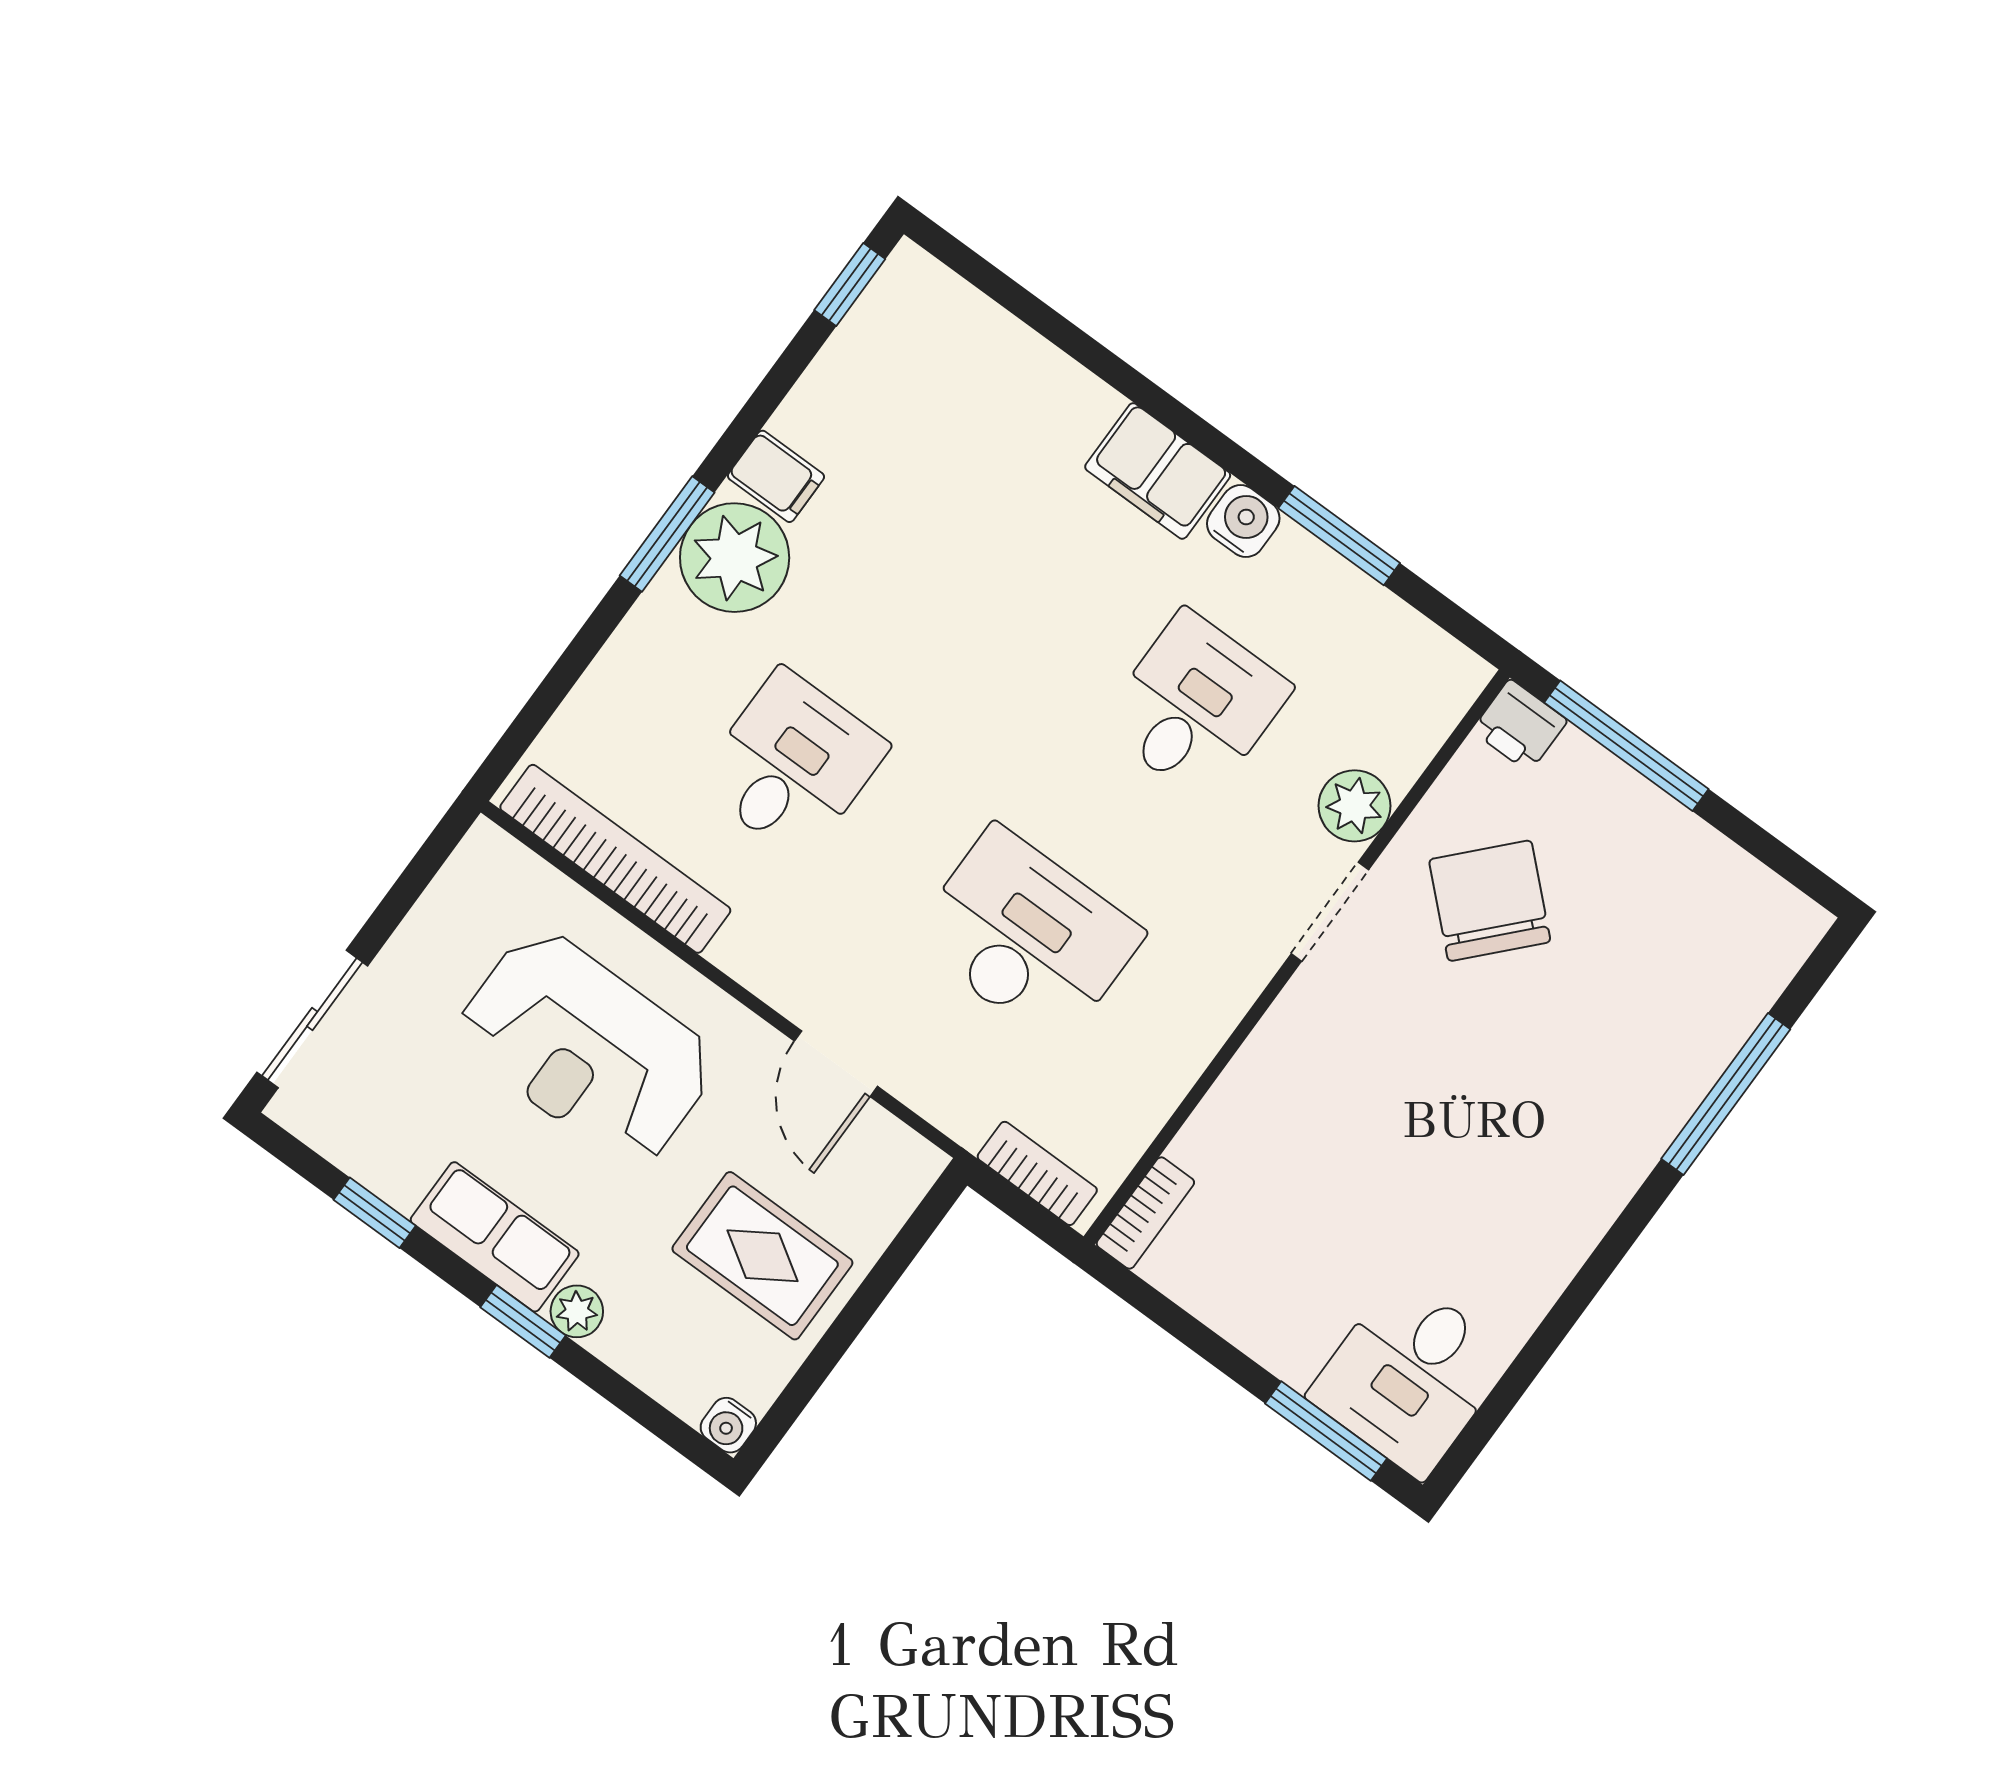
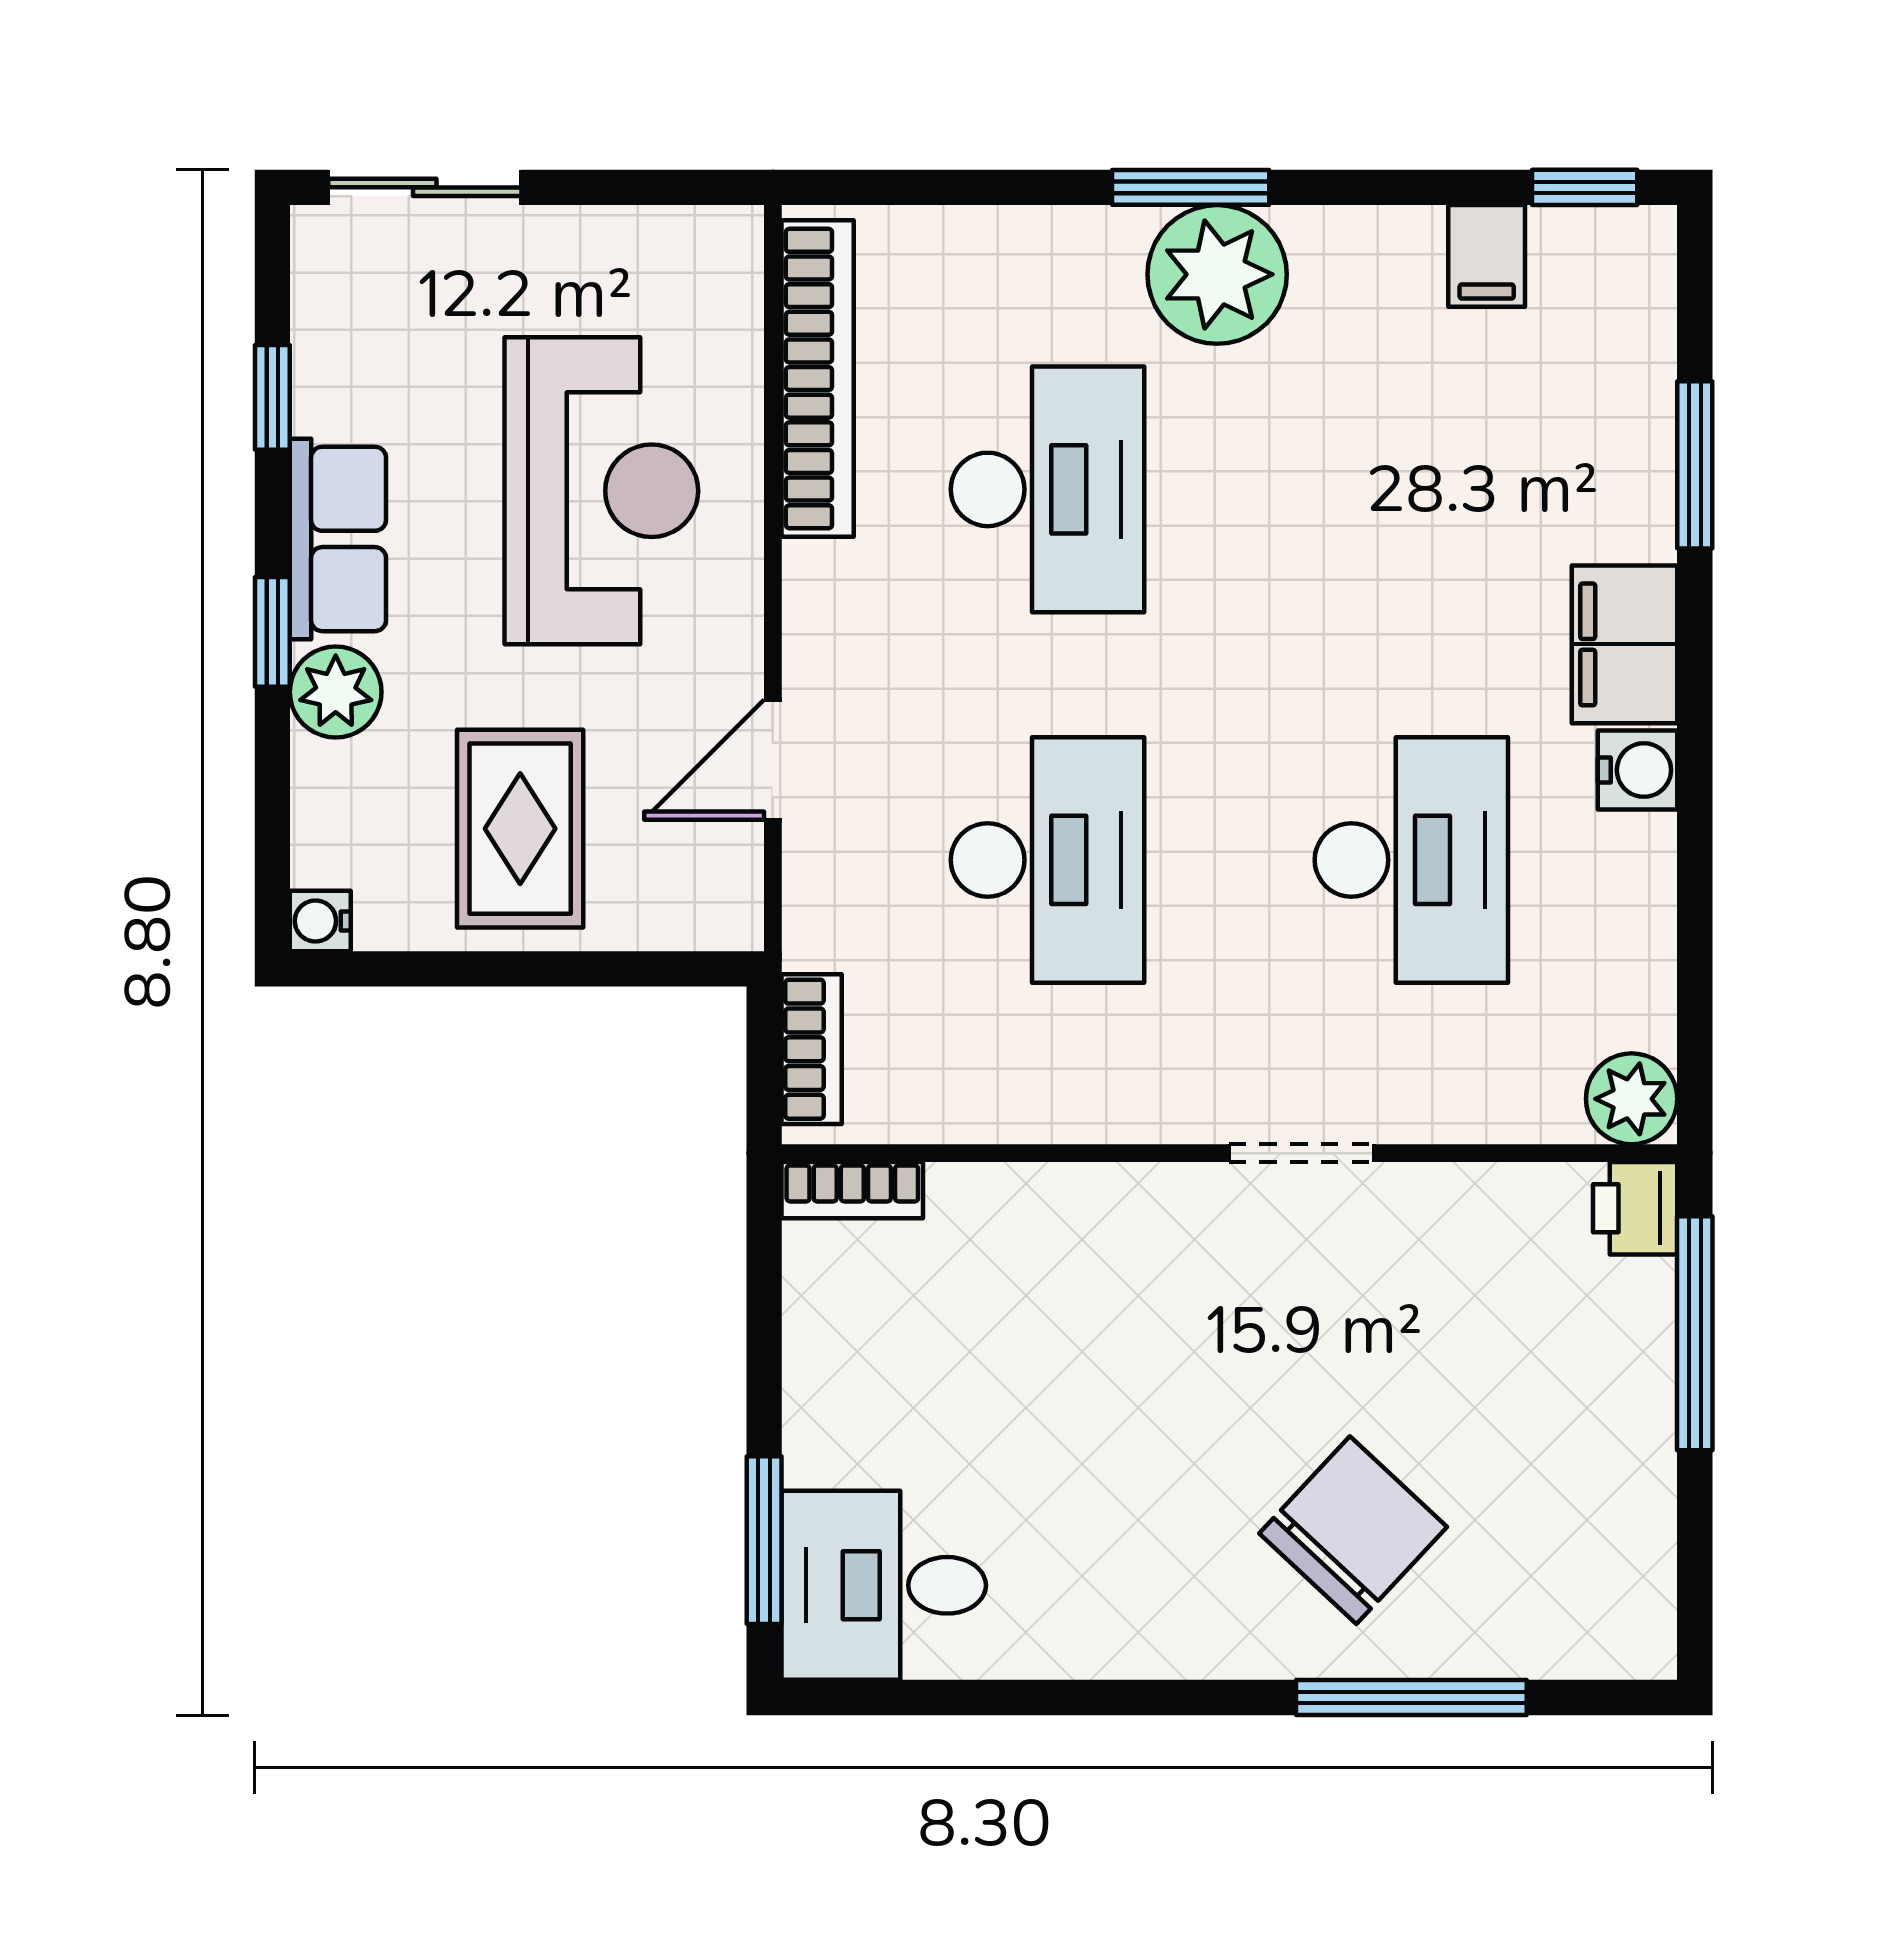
filing cabinet: (776, 476) -> (1487, 256), moved
window: (1339, 536) -> (1695, 465), moved
desk: (1195, 706) -> (1411, 860), width x1.37
desk: (792, 765) -> (1048, 489), width x1.37
plant: (1354, 806) -> (1632, 1099), moved
chair: (1490, 901) -> (1353, 1530), moved
reception desk: (586, 1048) -> (601, 491), turned 180
plant: (577, 1311) -> (336, 692), width x1.38, depth x1.38

